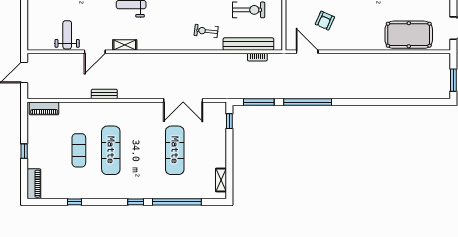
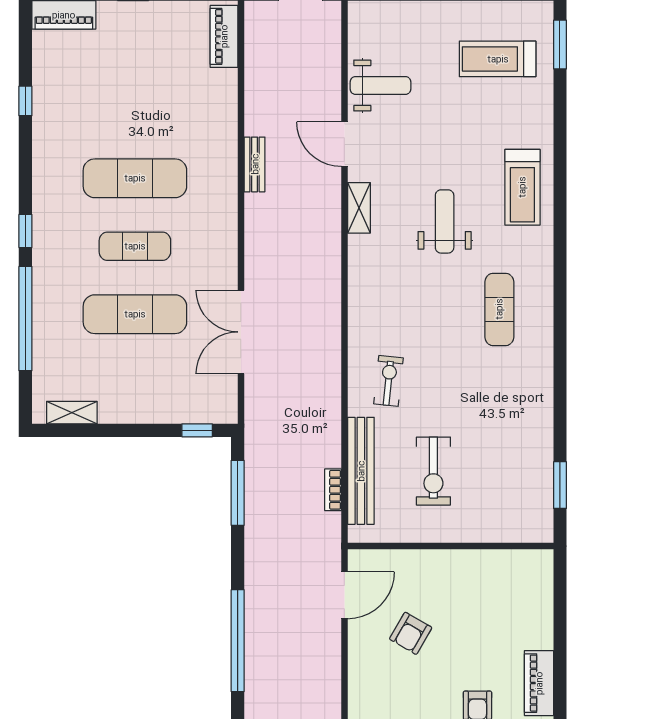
armchair: (325, 21) -> (411, 633), turned -84
window: (308, 102) -> (238, 641), moved
exercise mat: (79, 150) -> (135, 246), moved

